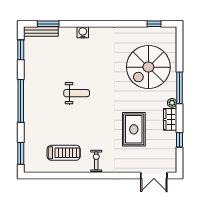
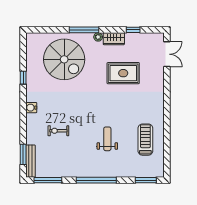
window: (154, 24) -> (23, 78), moved
water cooler: (83, 32) -> (31, 108), moved
window: (21, 50) -> (48, 180), width x1.44
weight bench: (77, 93) -> (107, 139), moved
exercise bike: (96, 161) -> (58, 131), moved

